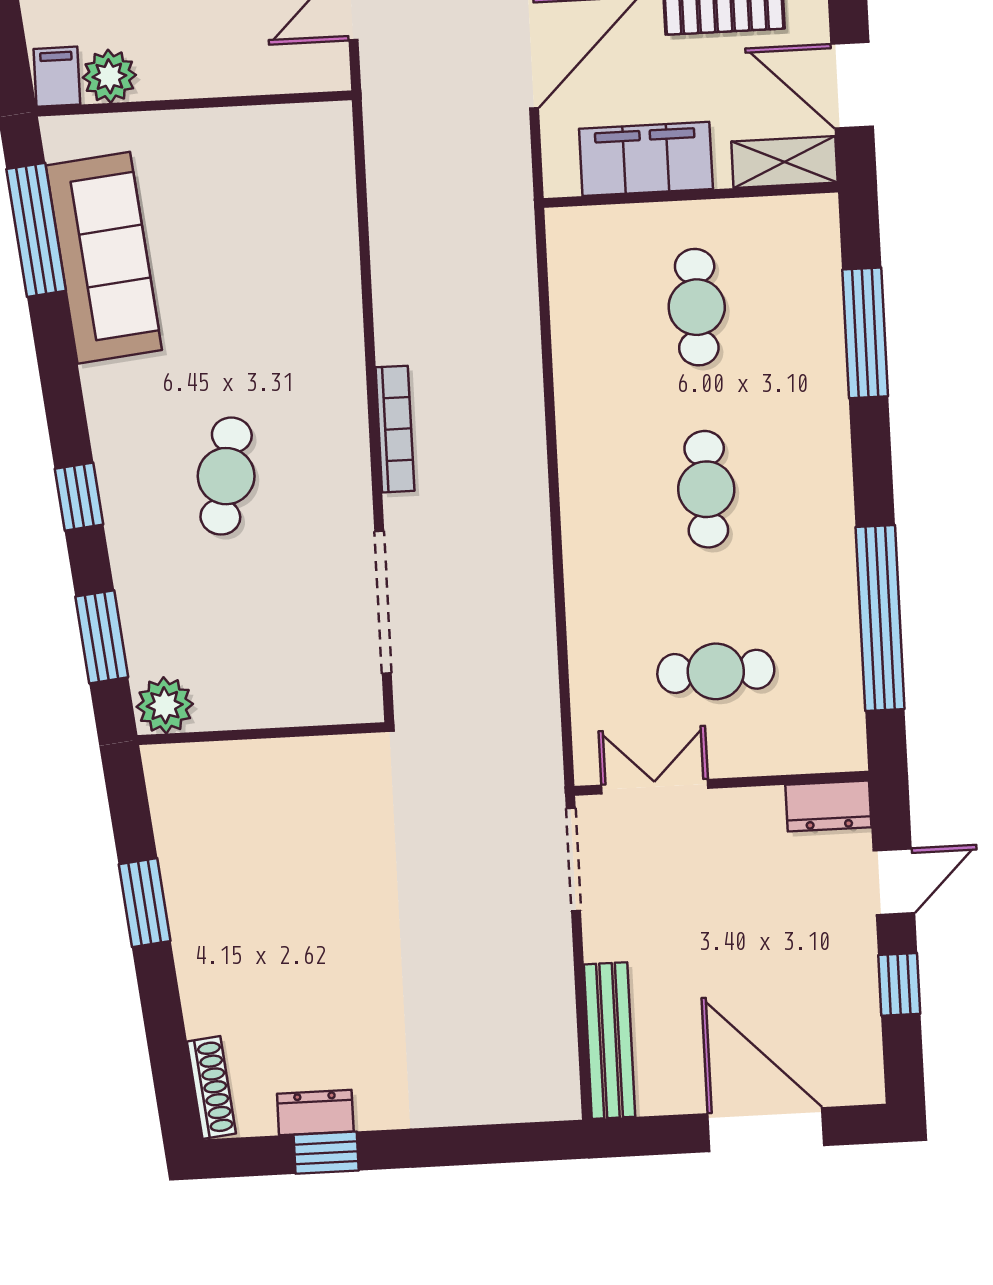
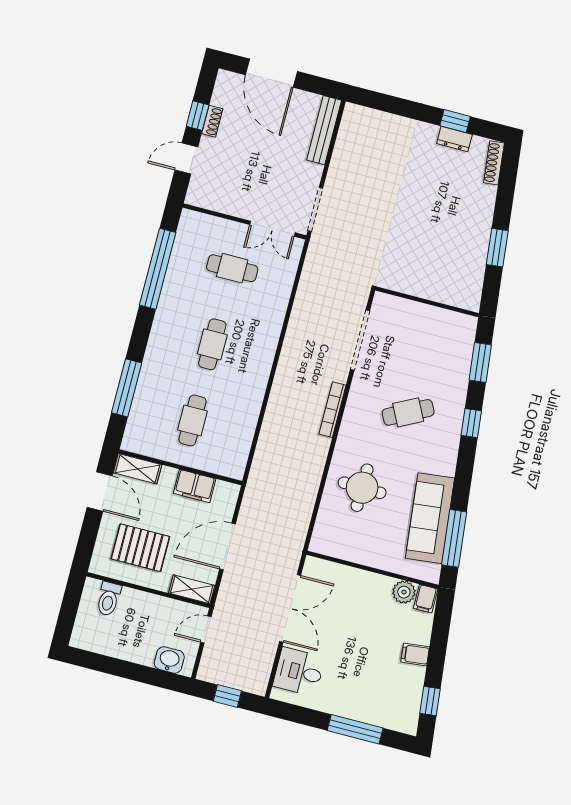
filing cabinet: (646, 159) -> (195, 486), width x0.67, depth x0.86
round table: (275, 278) -> (362, 488), added
cafe table: (226, 476) -> (408, 412), turned 52
plant: (165, 705) -> (463, 326), removed
dresser: (828, 806) -> (203, 198), removed
shoe rack: (863, 982) -> (212, 121), added

